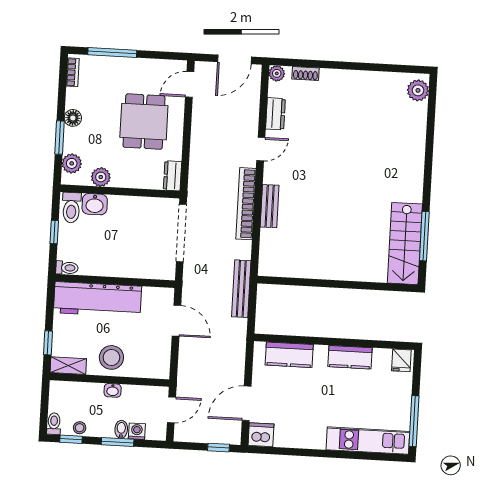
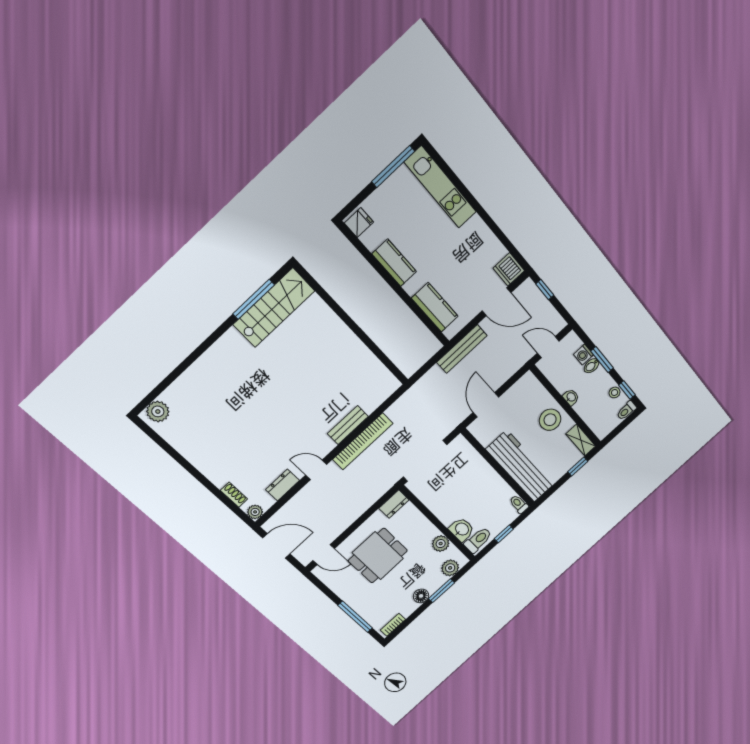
bench: (241, 289) -> (462, 349), moved

